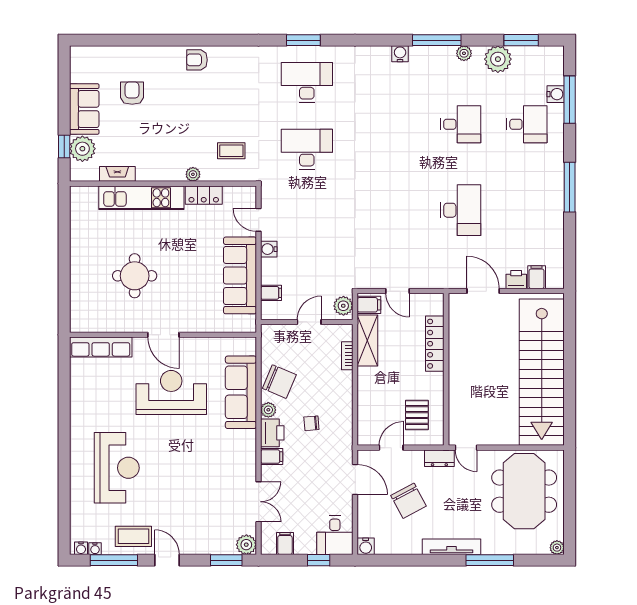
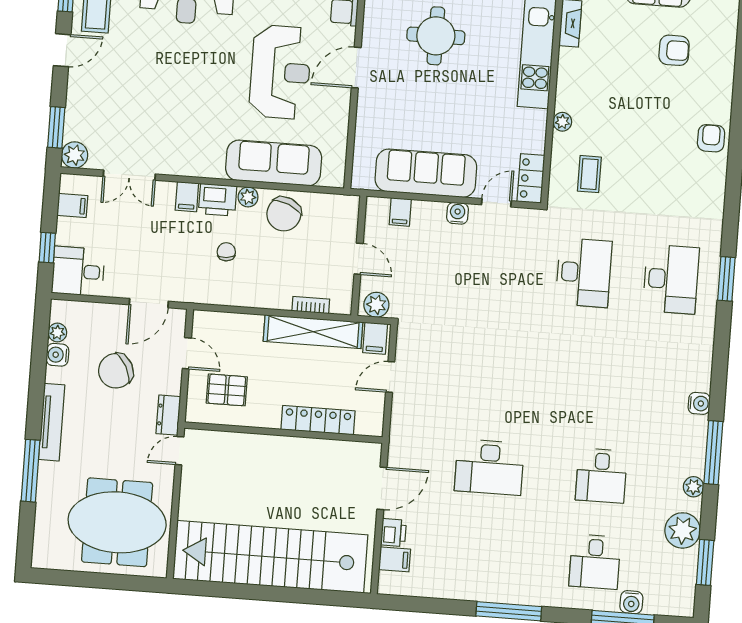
locker: (204, 195) -> (531, 178), moved
shelving: (367, 341) -> (313, 332), width x1.47
water cooler: (366, 546) -> (57, 355), moved
plant: (557, 548) -> (57, 332), moved

